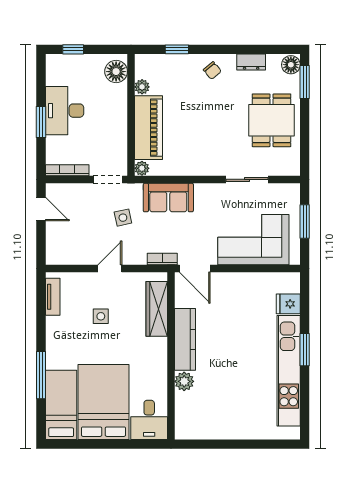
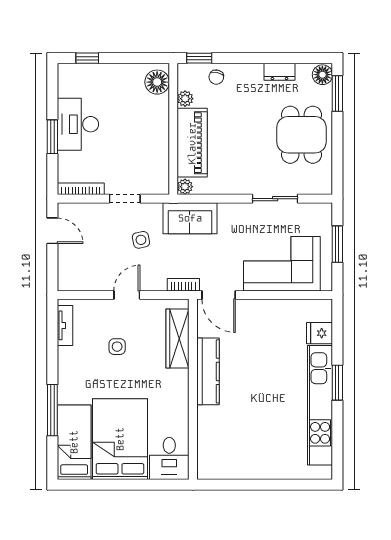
chair: (212, 71) -> (216, 77), moved, turned 54
floor lamp: (116, 72) -> (157, 82), moved
plant: (142, 87) -> (185, 99), moved
wall: (131, 115) -> (173, 129), moved
piano: (149, 128) -> (192, 143), moved
plant: (142, 168) -> (185, 187), moved
plant: (184, 381) -> (207, 417), removed

